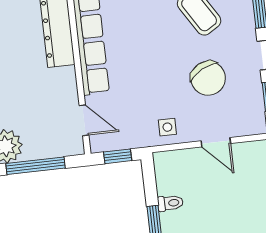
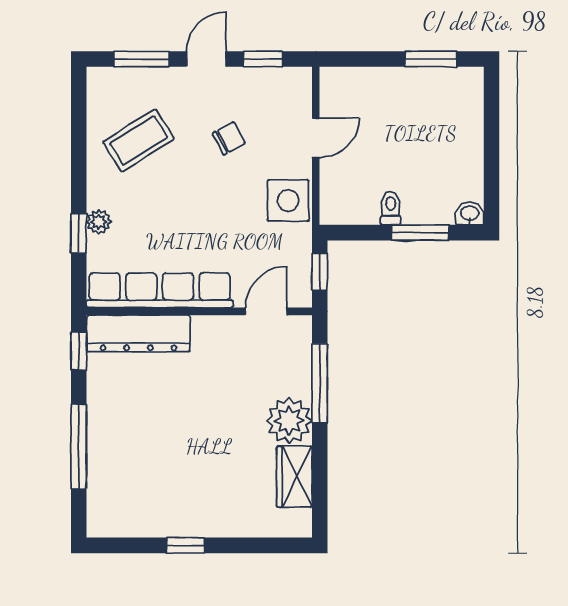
chair: (208, 78) -> (229, 138), width x0.54, depth x0.54
side table: (167, 127) -> (288, 200), width x1.87, depth x1.87

